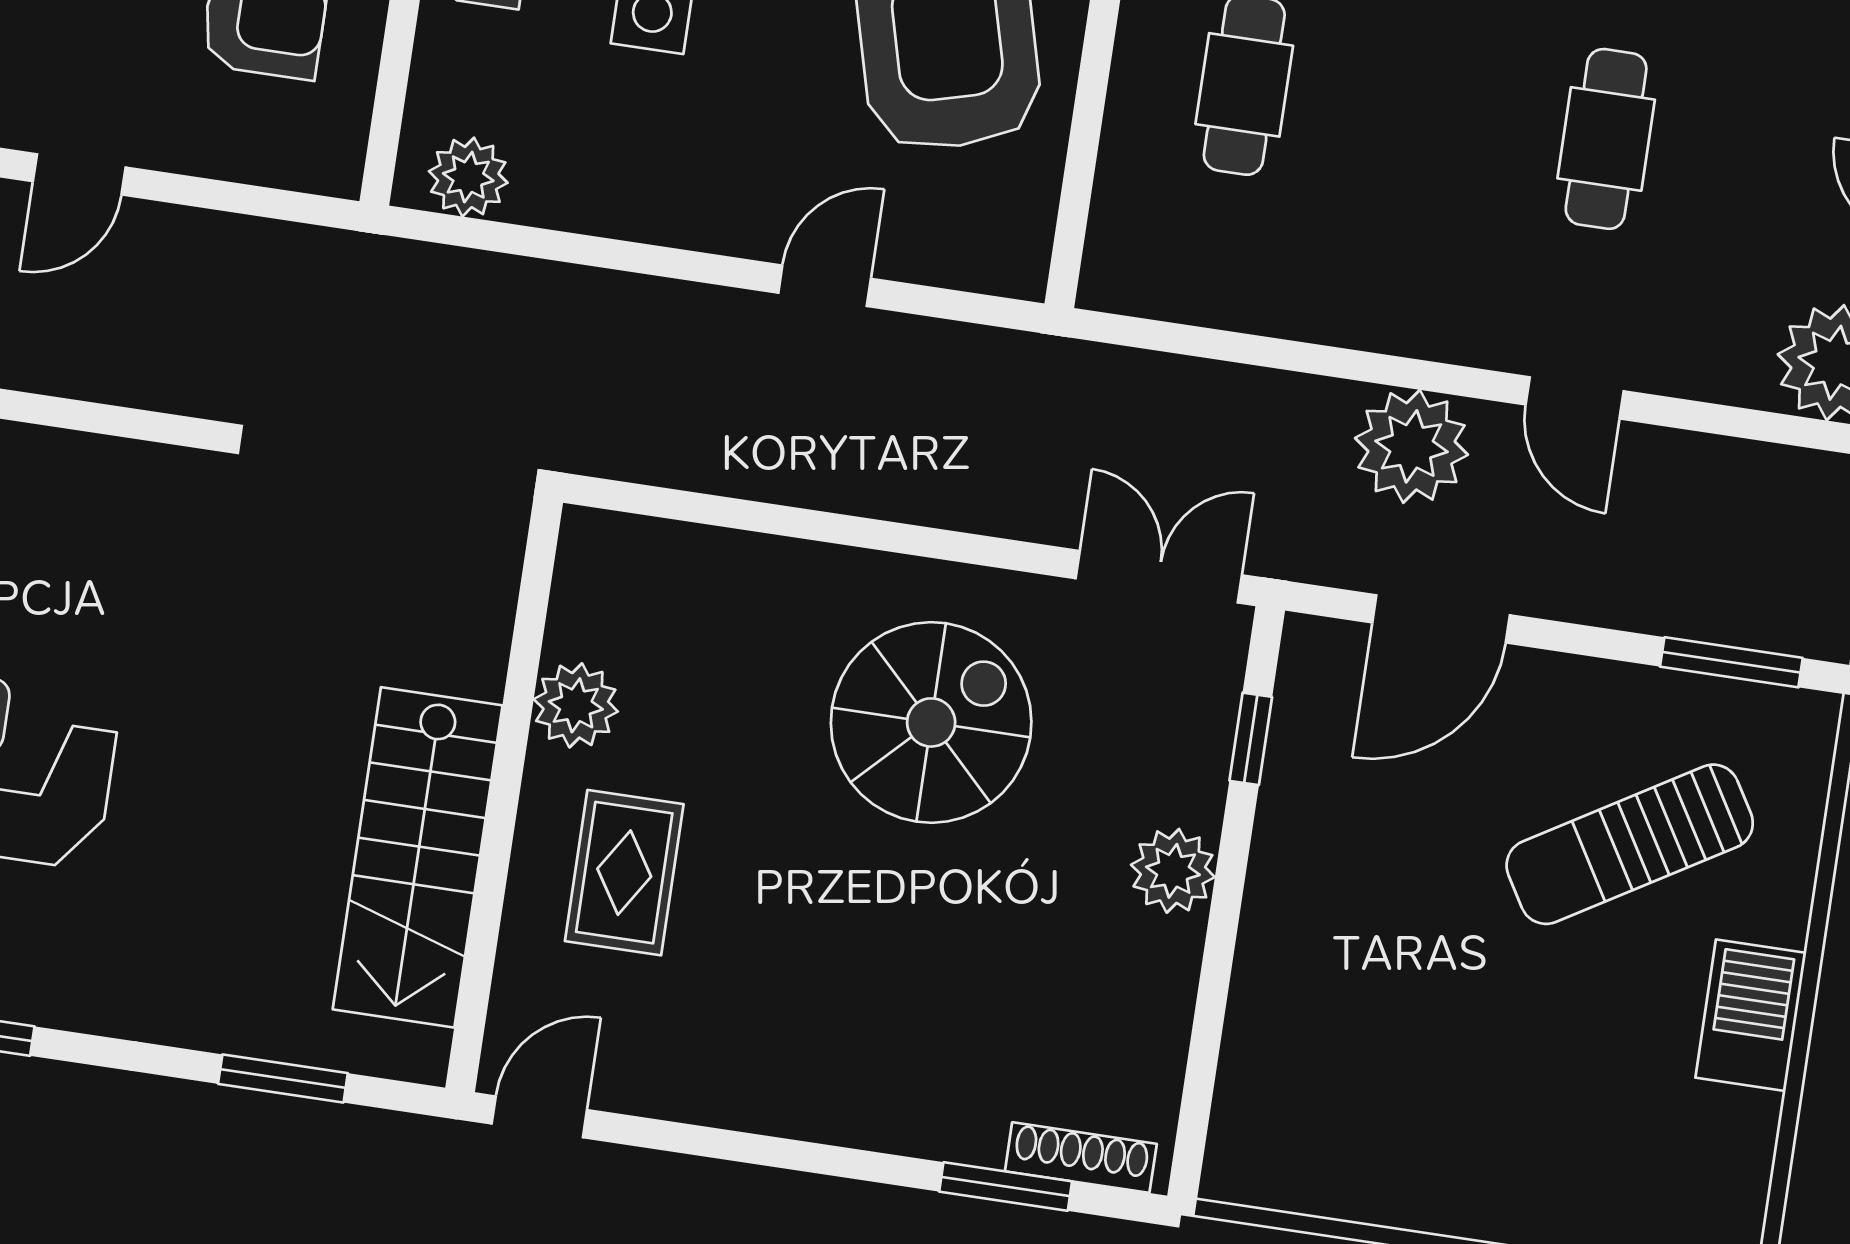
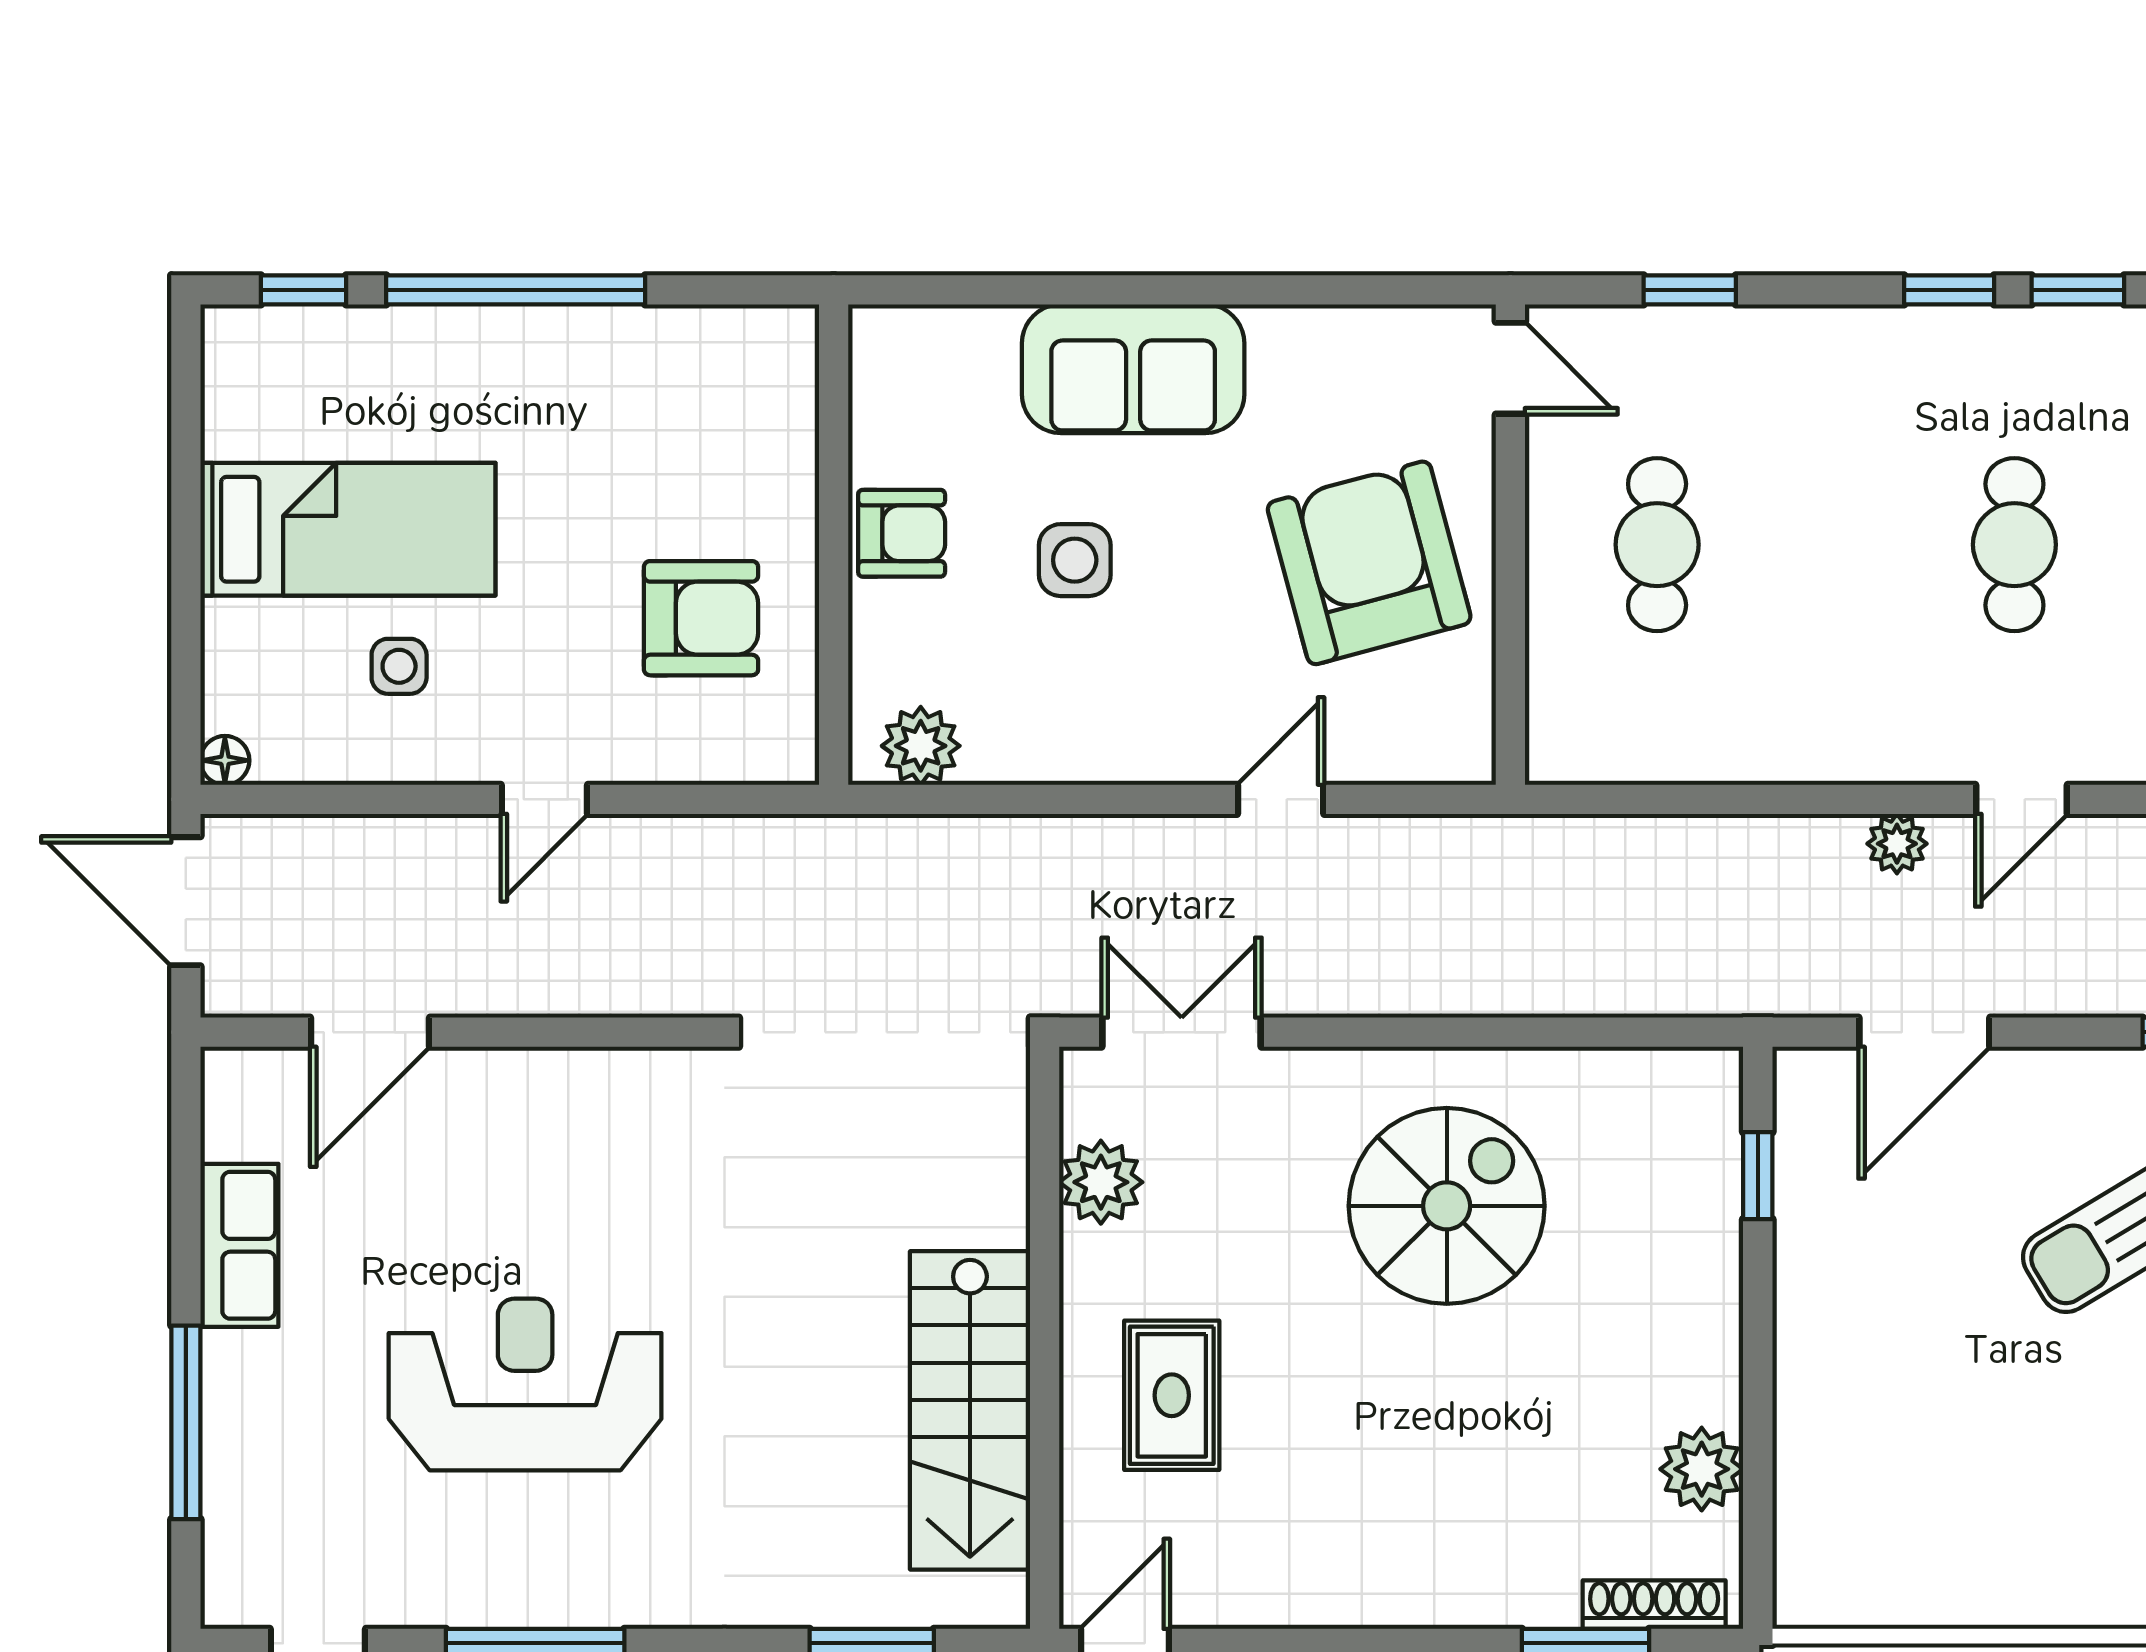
door: (1575, 398) -> (2021, 799), hinge flipped
plant: (1412, 446) -> (1897, 844), width x0.53, depth x0.53
double door: (1159, 577) -> (1182, 1032), moved
plant: (576, 705) -> (1101, 1182), moved
plant: (1173, 871) -> (1702, 1469), moved

